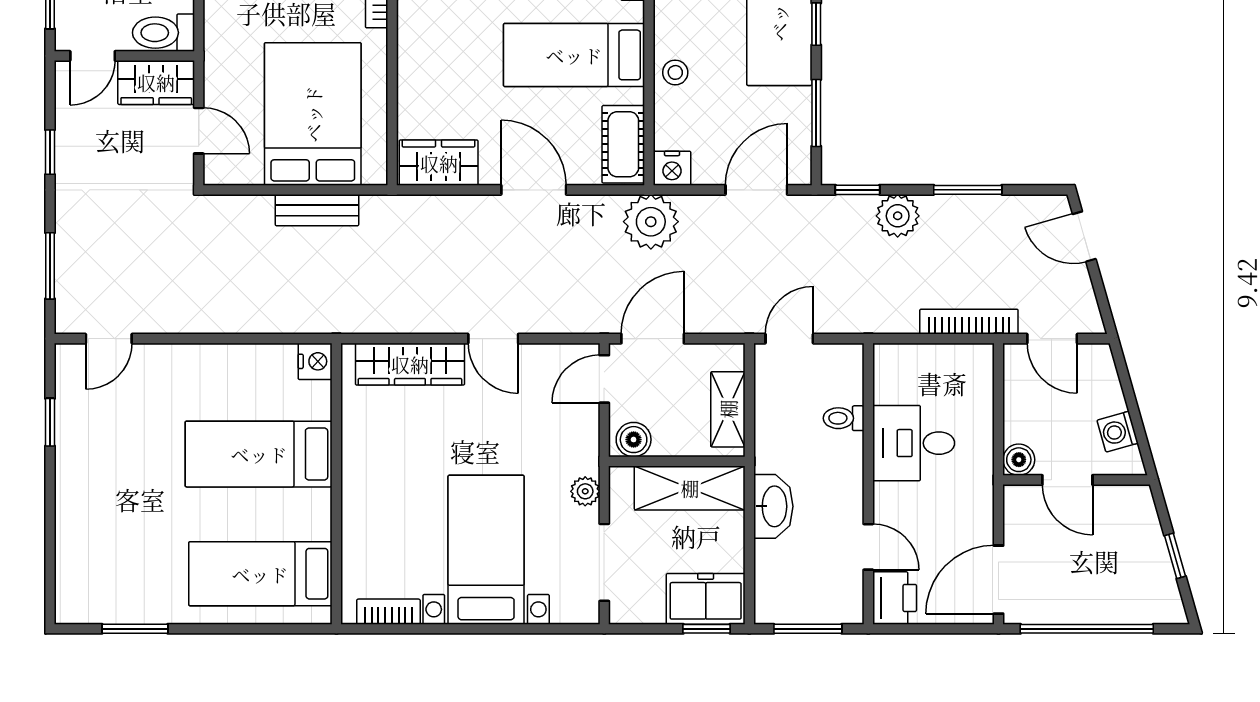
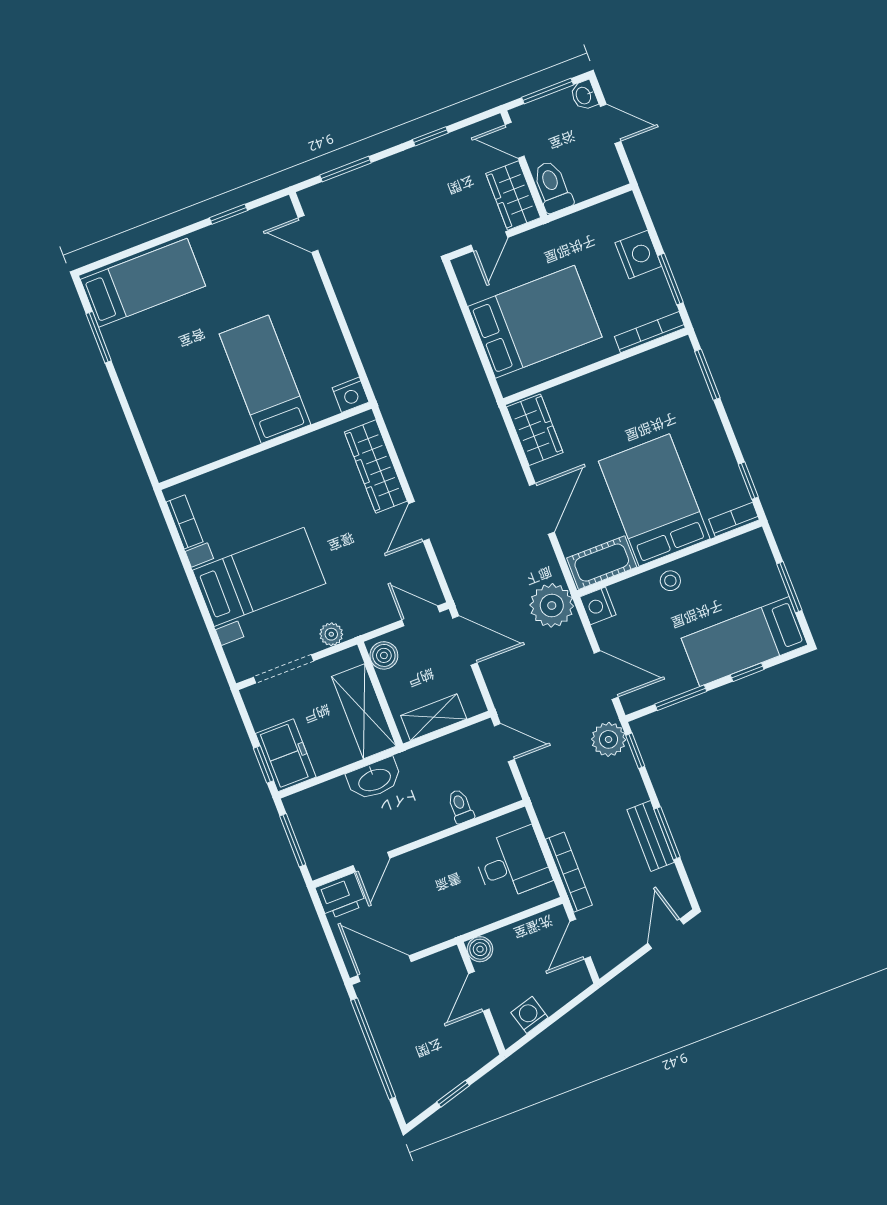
bed: (574, 55) -> (654, 500), width x1.50
bench: (317, 210) -> (651, 836), moved
plant: (898, 216) -> (609, 739), moved
desk: (914, 443) -> (512, 864), moved, turned 90
bed: (260, 574) -> (143, 283), moved, turned 90

